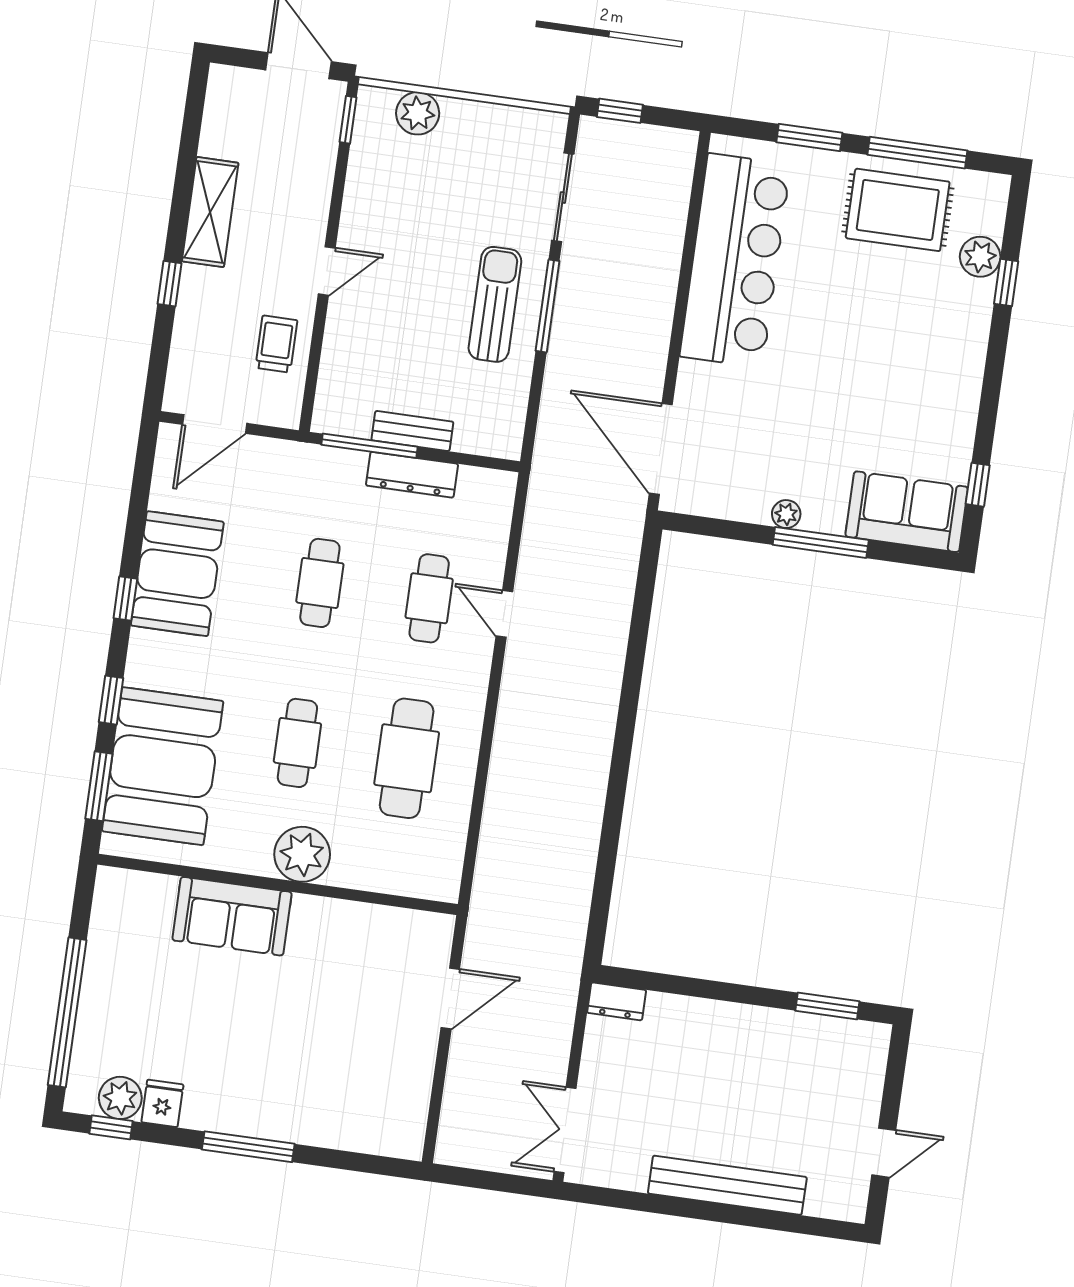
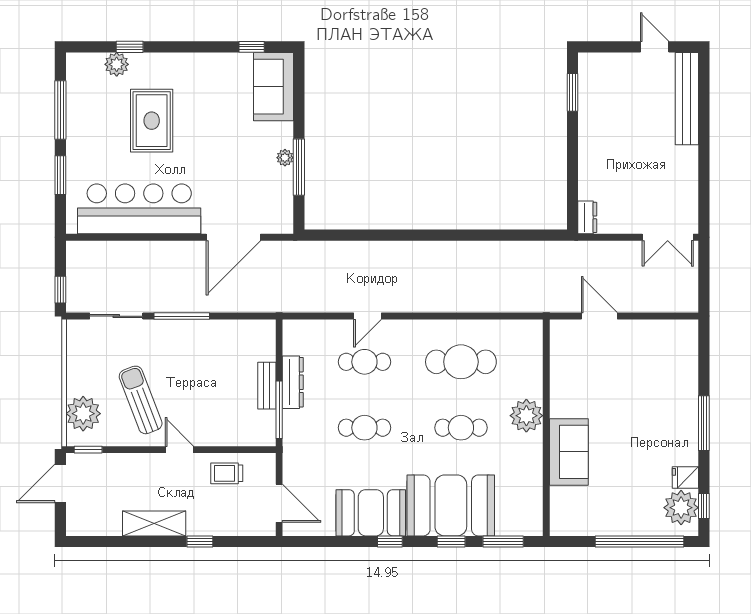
plant: (418, 113) -> (83, 414), width x1.36, depth x1.36
rug: (898, 210) -> (152, 121), moved
sun lounger: (495, 304) -> (141, 400), moved, turned 69
door: (661, 449) -> (233, 237), moved
window: (821, 542) -> (299, 167), moved
booth: (163, 766) -> (451, 505), moved
plant: (120, 1098) -> (681, 508), width x1.36, depth x1.36
bench: (727, 1185) -> (687, 99), moved

